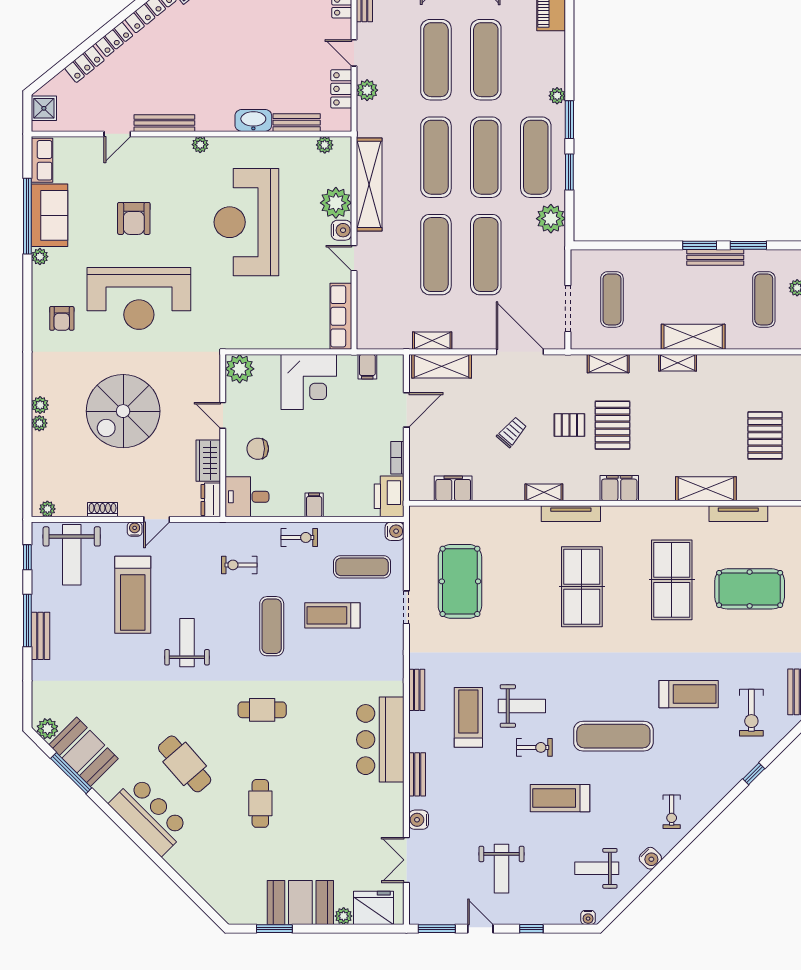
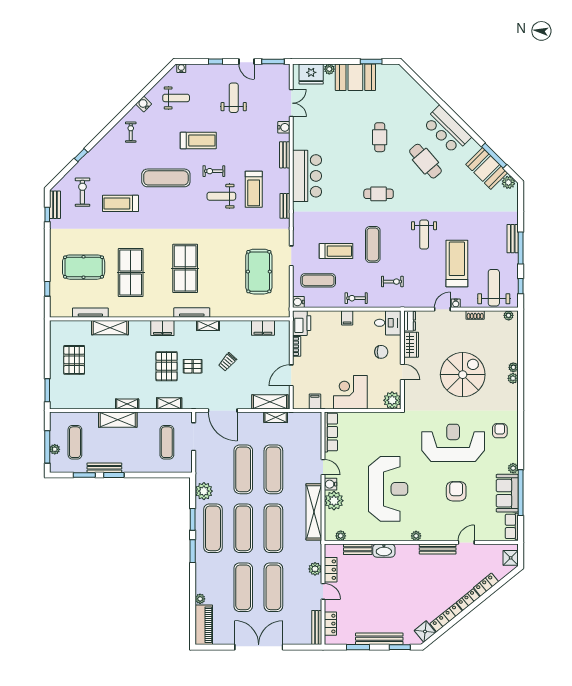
plant: (557, 96) -> (200, 599), moved

